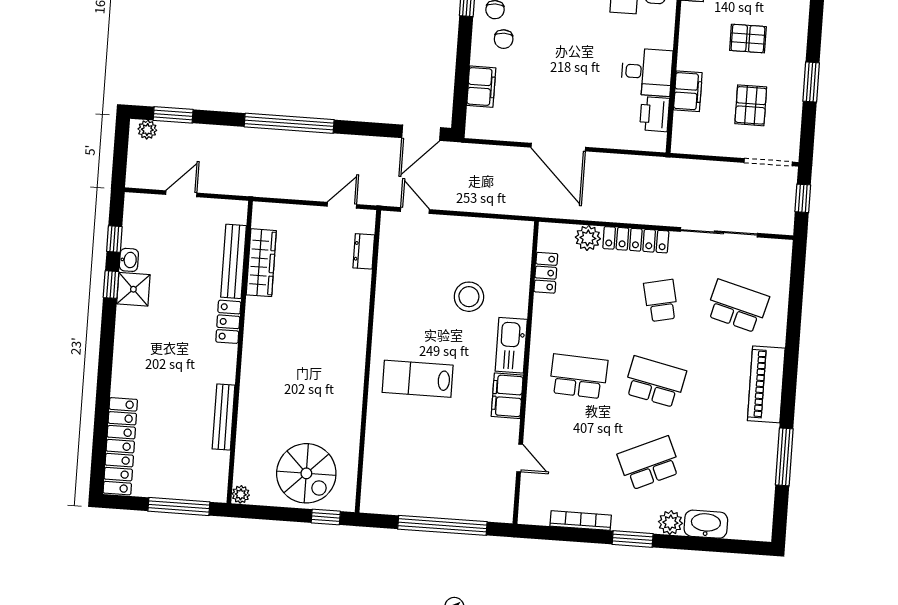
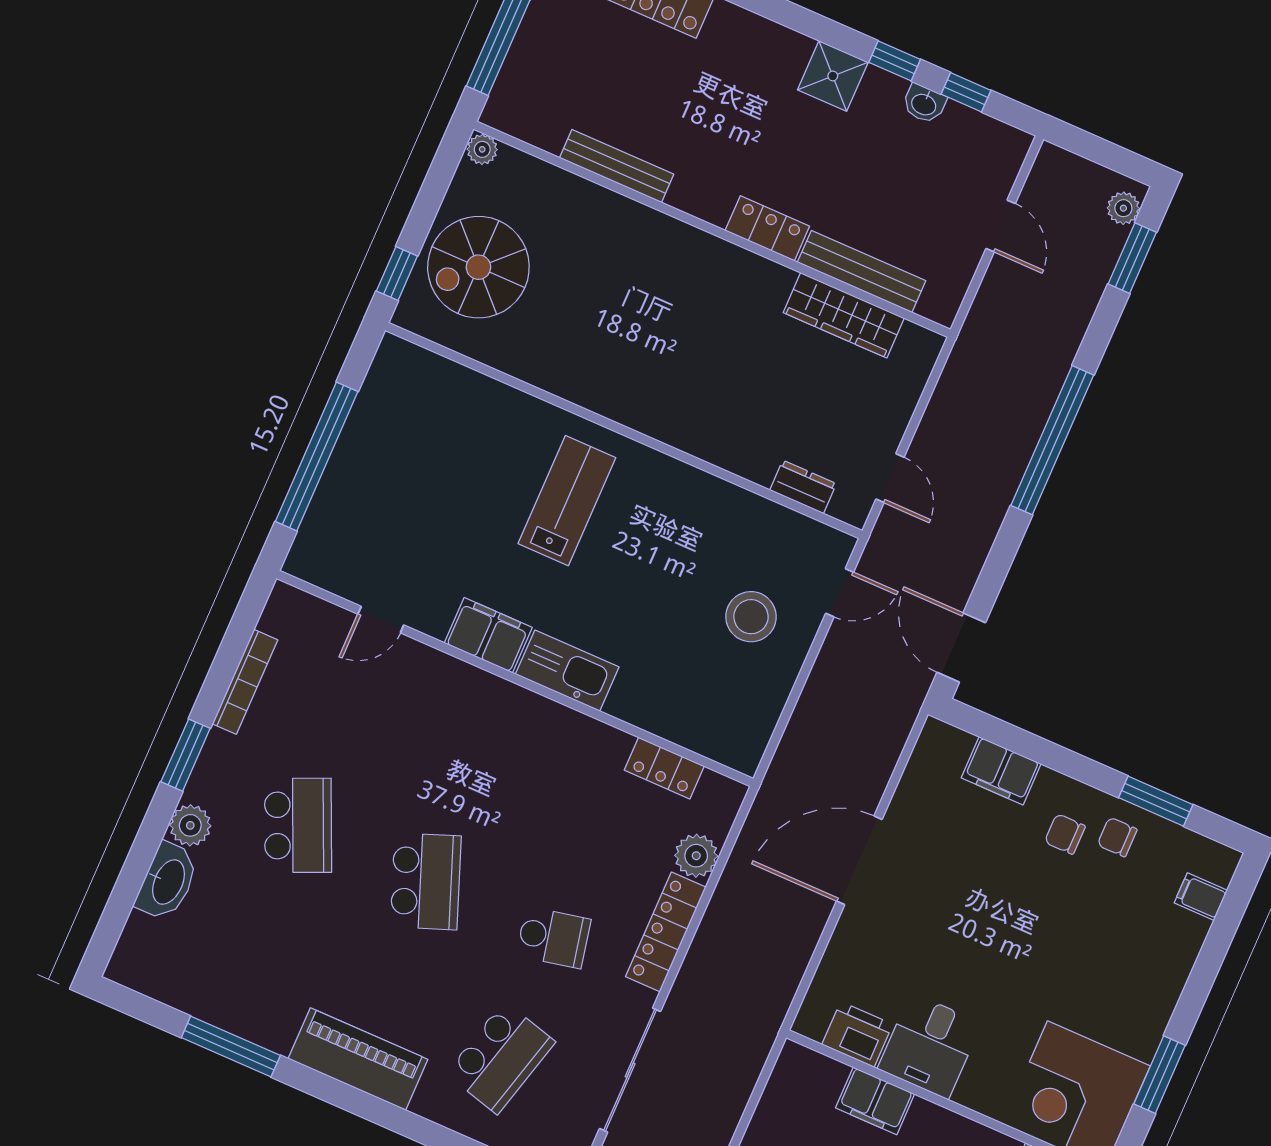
shower: (133, 289) -> (833, 76), moved
stool: (469, 297) -> (751, 617), moved
school desk: (578, 376) -> (479, 761), removed
school desk: (655, 382) -> (426, 881), turned -33

